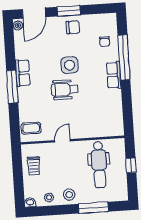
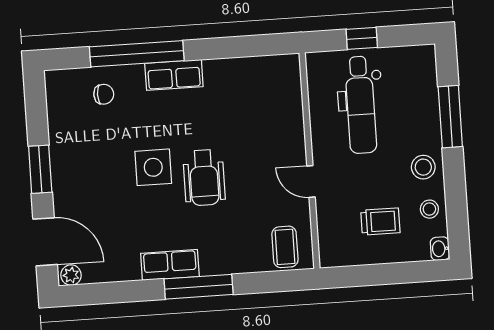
chair: (73, 27) -> (74, 161), removed
dental chair: (99, 165) -> (361, 105), turned 90
trolley: (34, 166) -> (380, 222), moved

